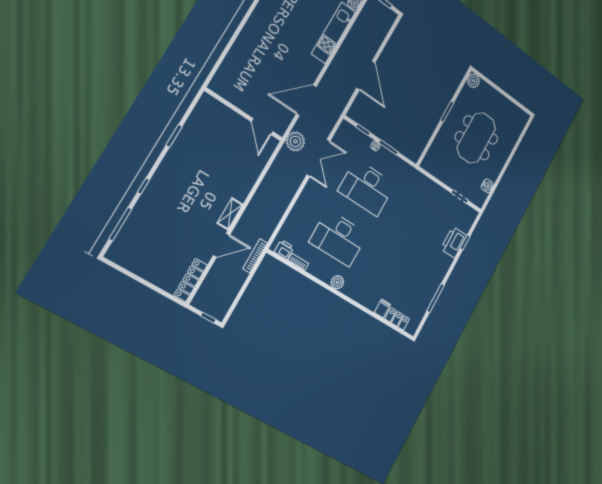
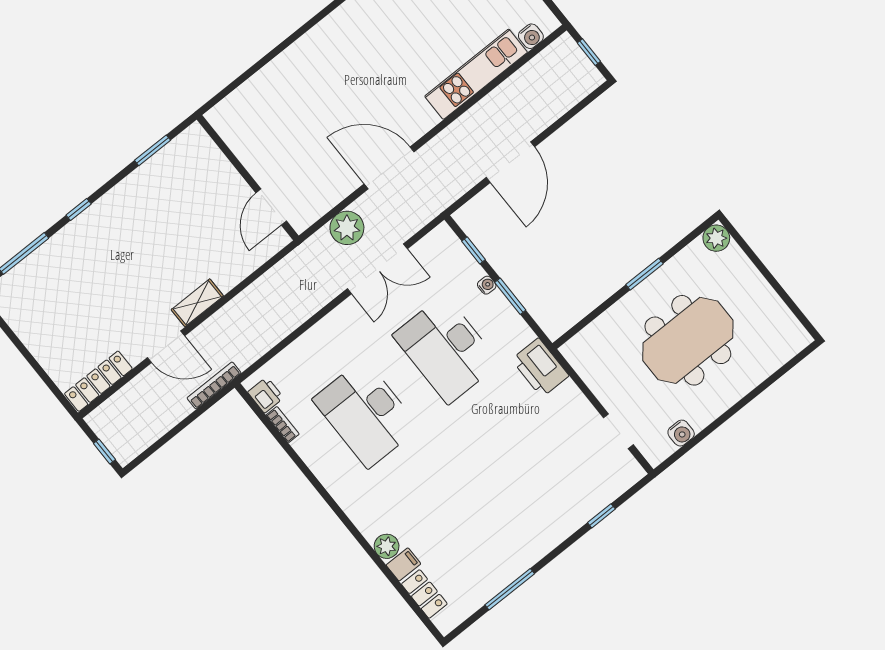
wall: (244, 114) -> (248, 178), moved
door: (262, 127) -> (271, 207), moved
printer: (454, 242) -> (540, 368), moved, turned -90
plant: (337, 282) -> (387, 546), moved

